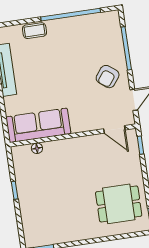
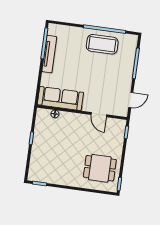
coffee table: (35, 31) -> (102, 44), moved, width x1.86, depth x1.72
armchair: (108, 77) -> (118, 79), removed
door: (114, 129) -> (99, 115), moved

